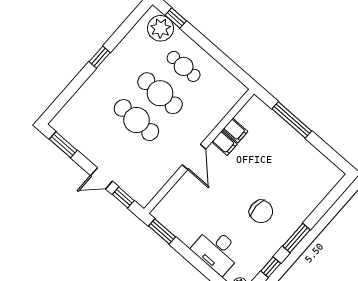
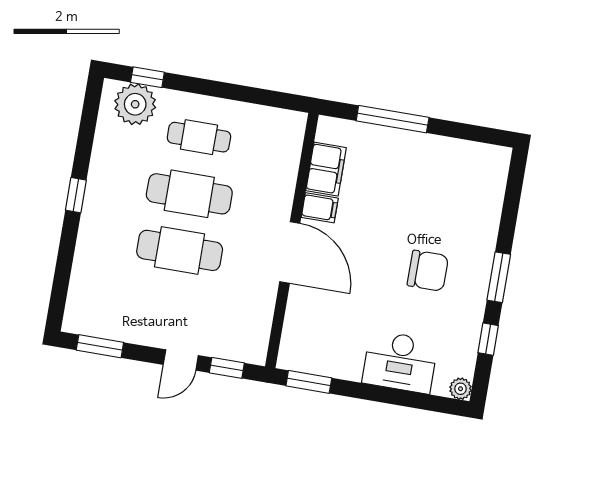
filing cabinet: (235, 130) -> (326, 169), width x2.00
door: (194, 157) -> (290, 252), width x1.36

